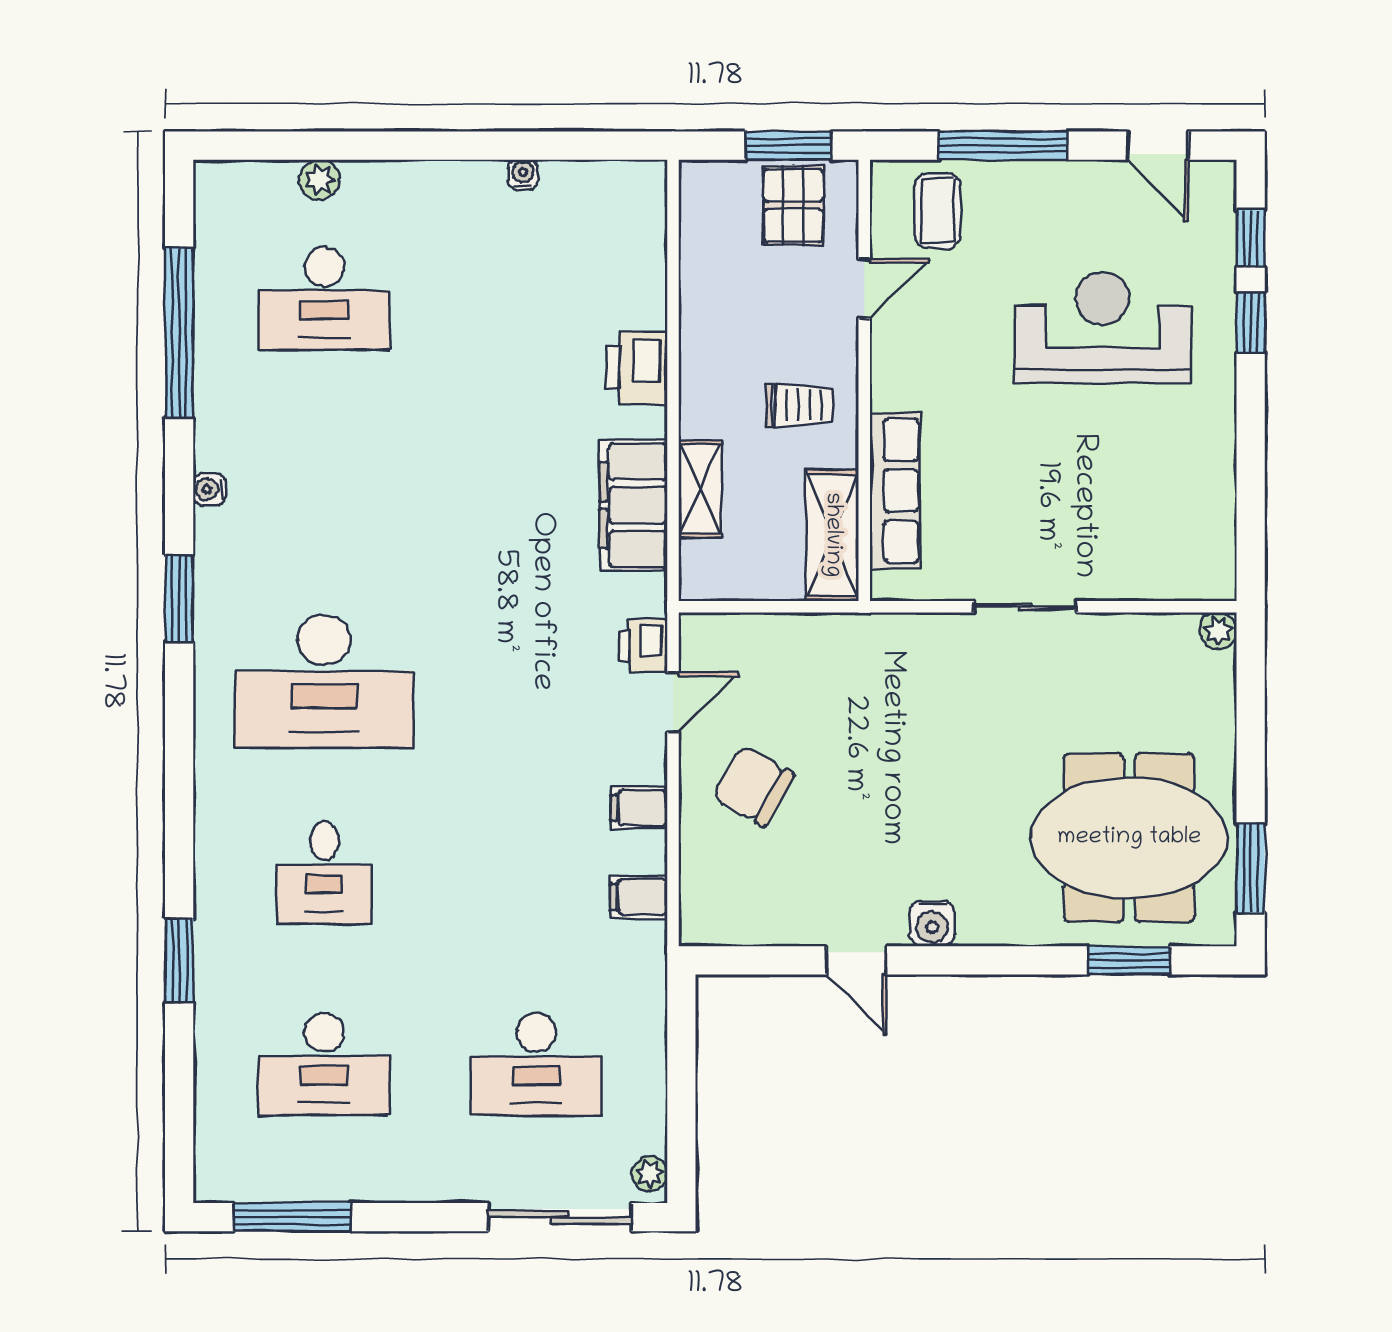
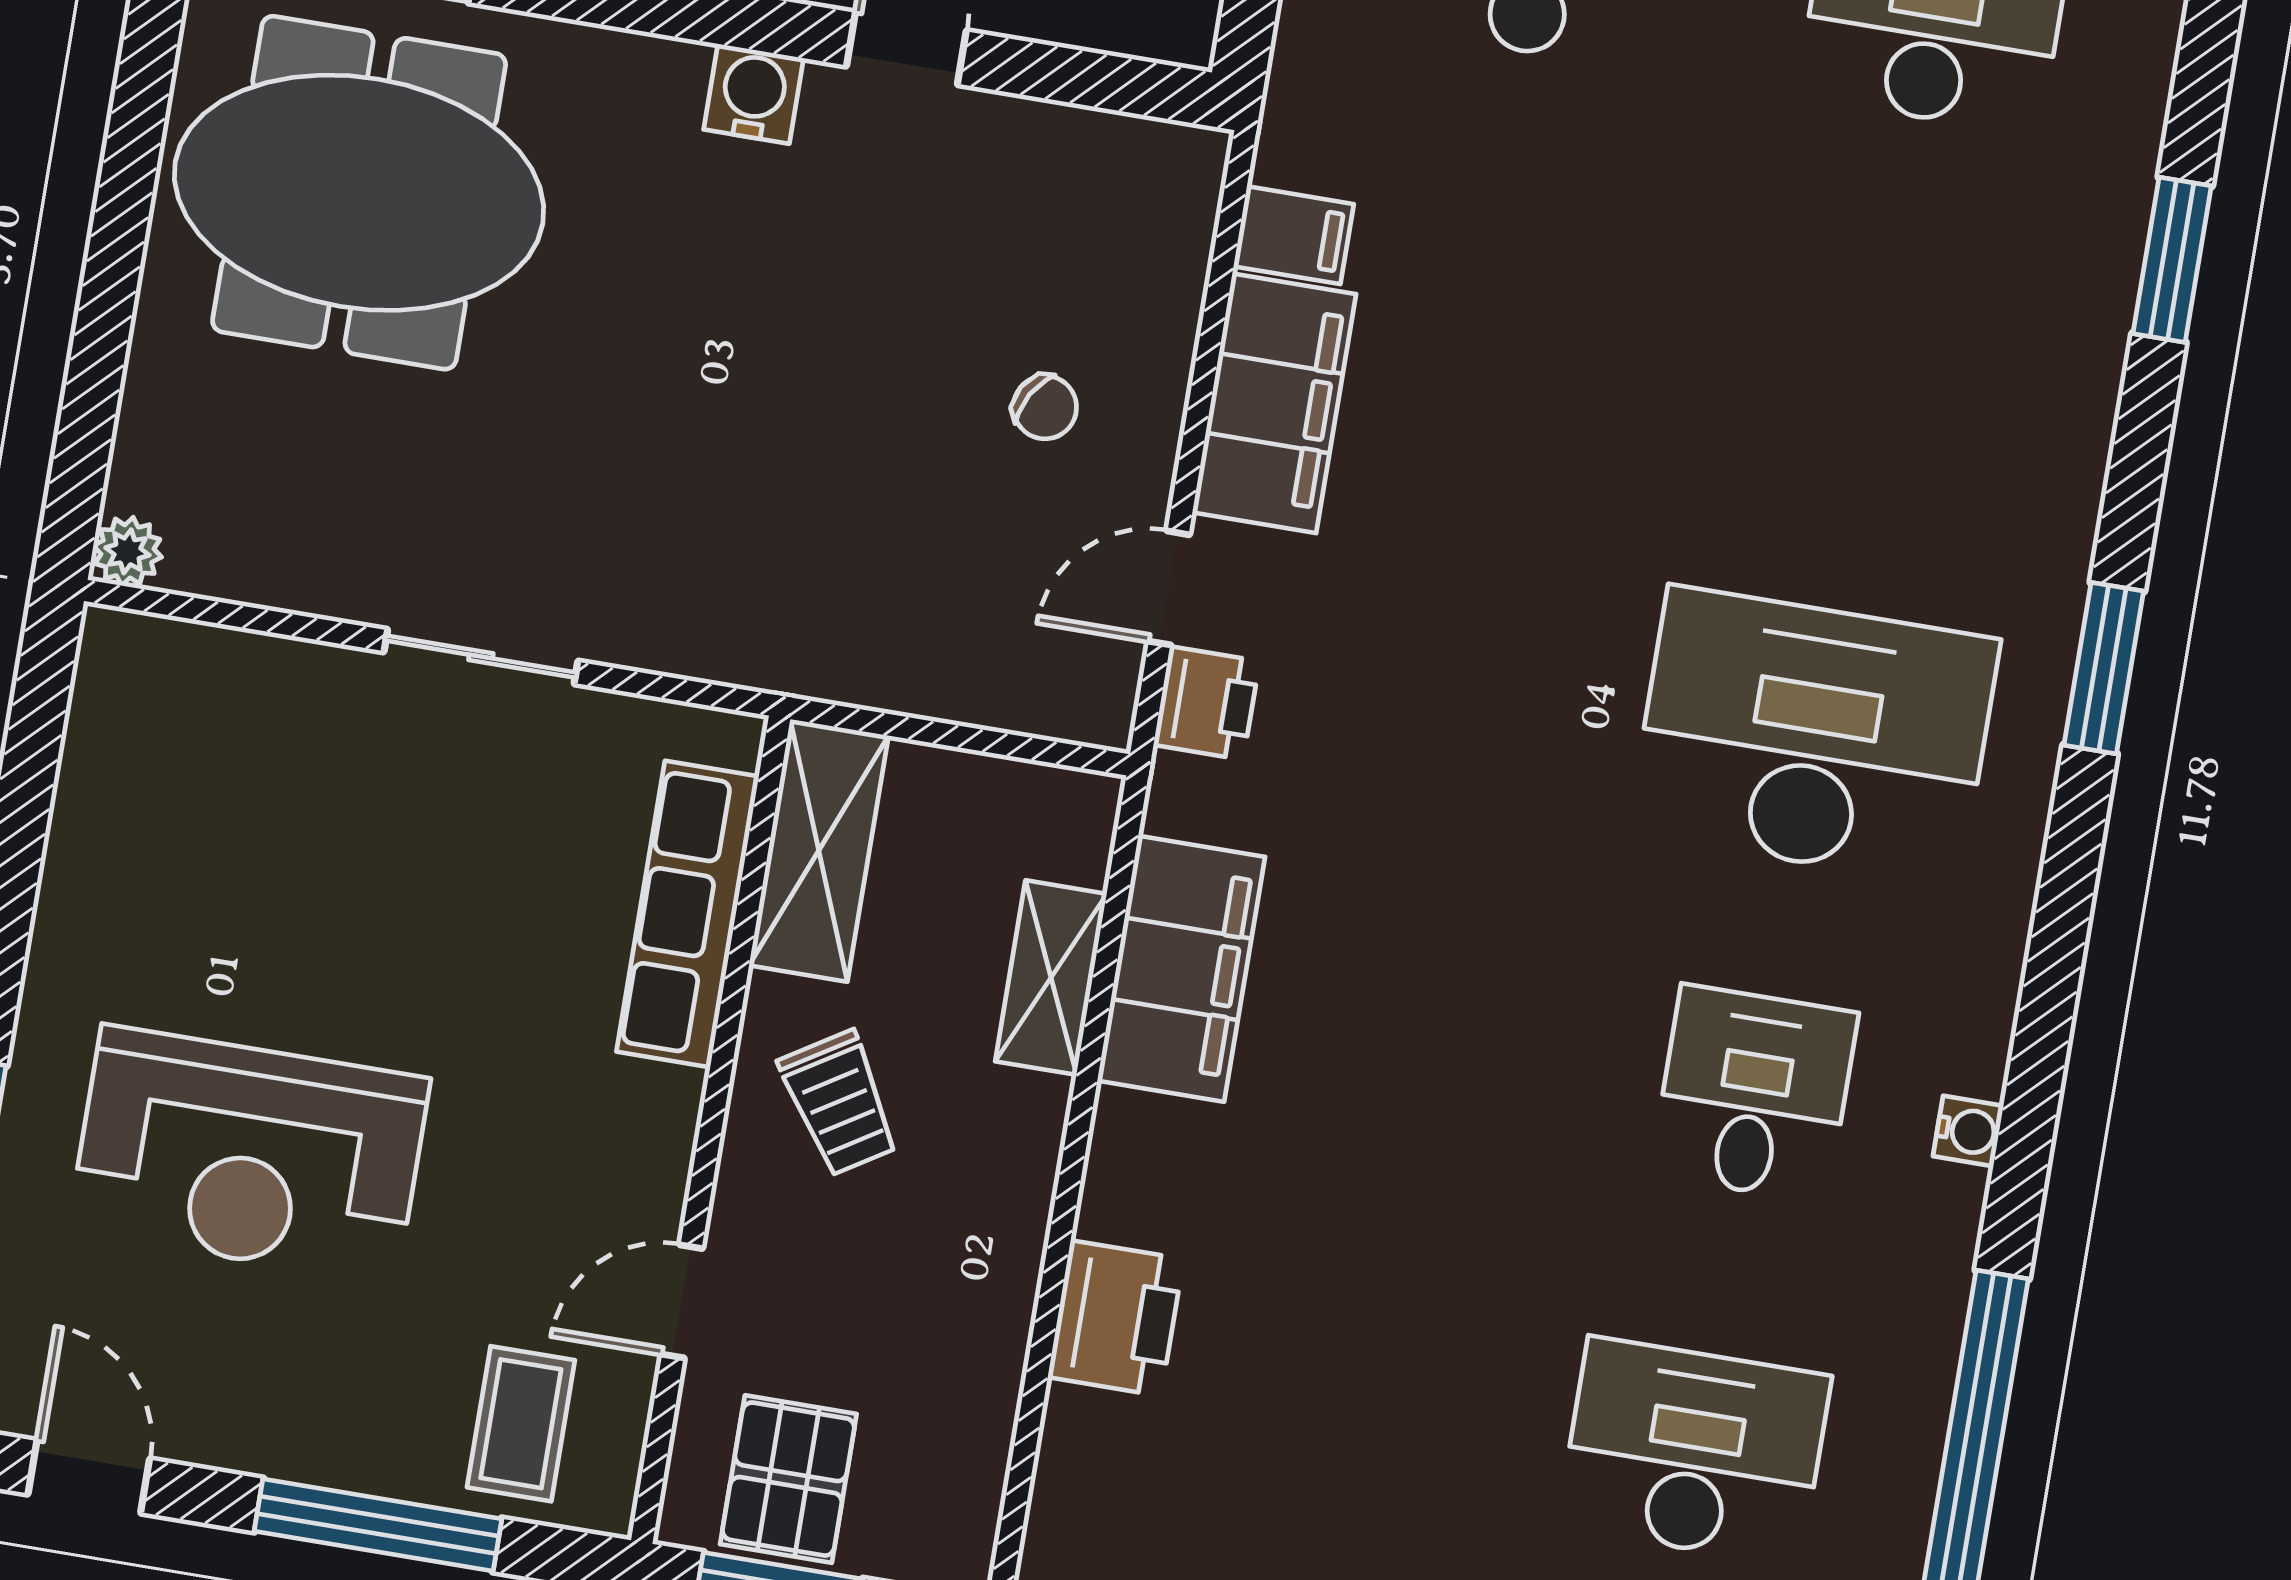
printer: (637, 368) -> (1116, 1318), moved
trolley: (800, 405) -> (839, 1103), turned -122
window: (179, 598) -> (2104, 668), moved
chair: (753, 786) -> (1045, 407), width x0.54, depth x0.54
filing cabinet: (639, 808) -> (1274, 403), width x3.00, depth x1.17
window: (1251, 868) -> (141, 97), removed
desk: (324, 873) -> (1754, 1094), moved

